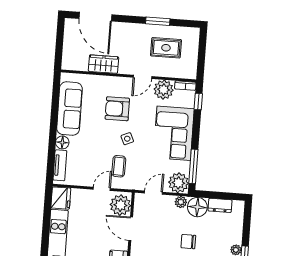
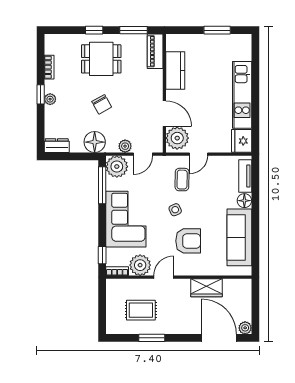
plant: (70, 24) -> (245, 328), added
plant: (181, 202) -> (125, 146), moved
dresser: (220, 205) -> (57, 146), moved
chair: (188, 242) -> (102, 104), turned 61

